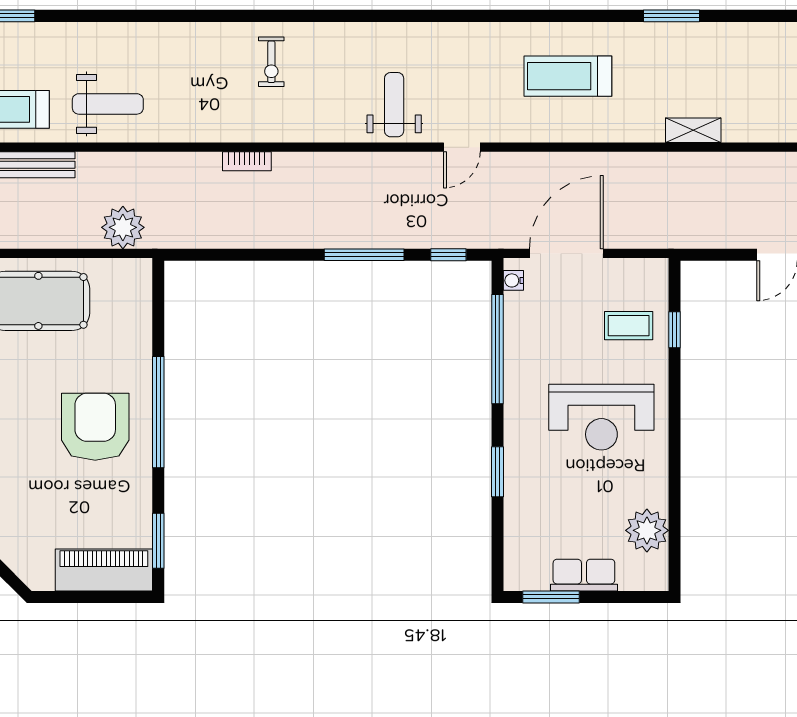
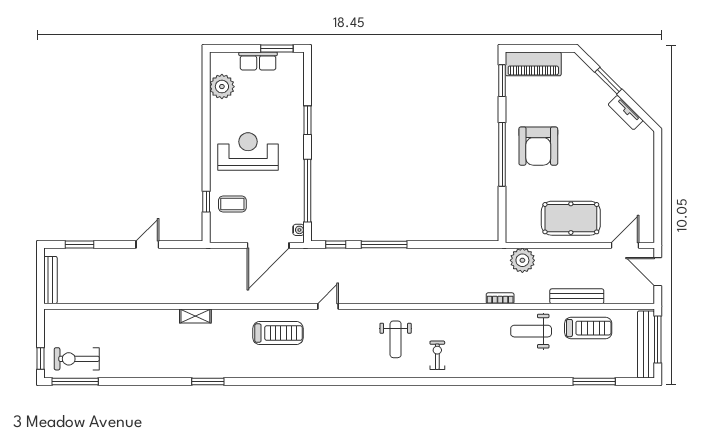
treadmill: (568, 76) -> (278, 333), moved
weight bench: (394, 105) -> (396, 339), moved
bookcase: (247, 161) -> (500, 298), moved

